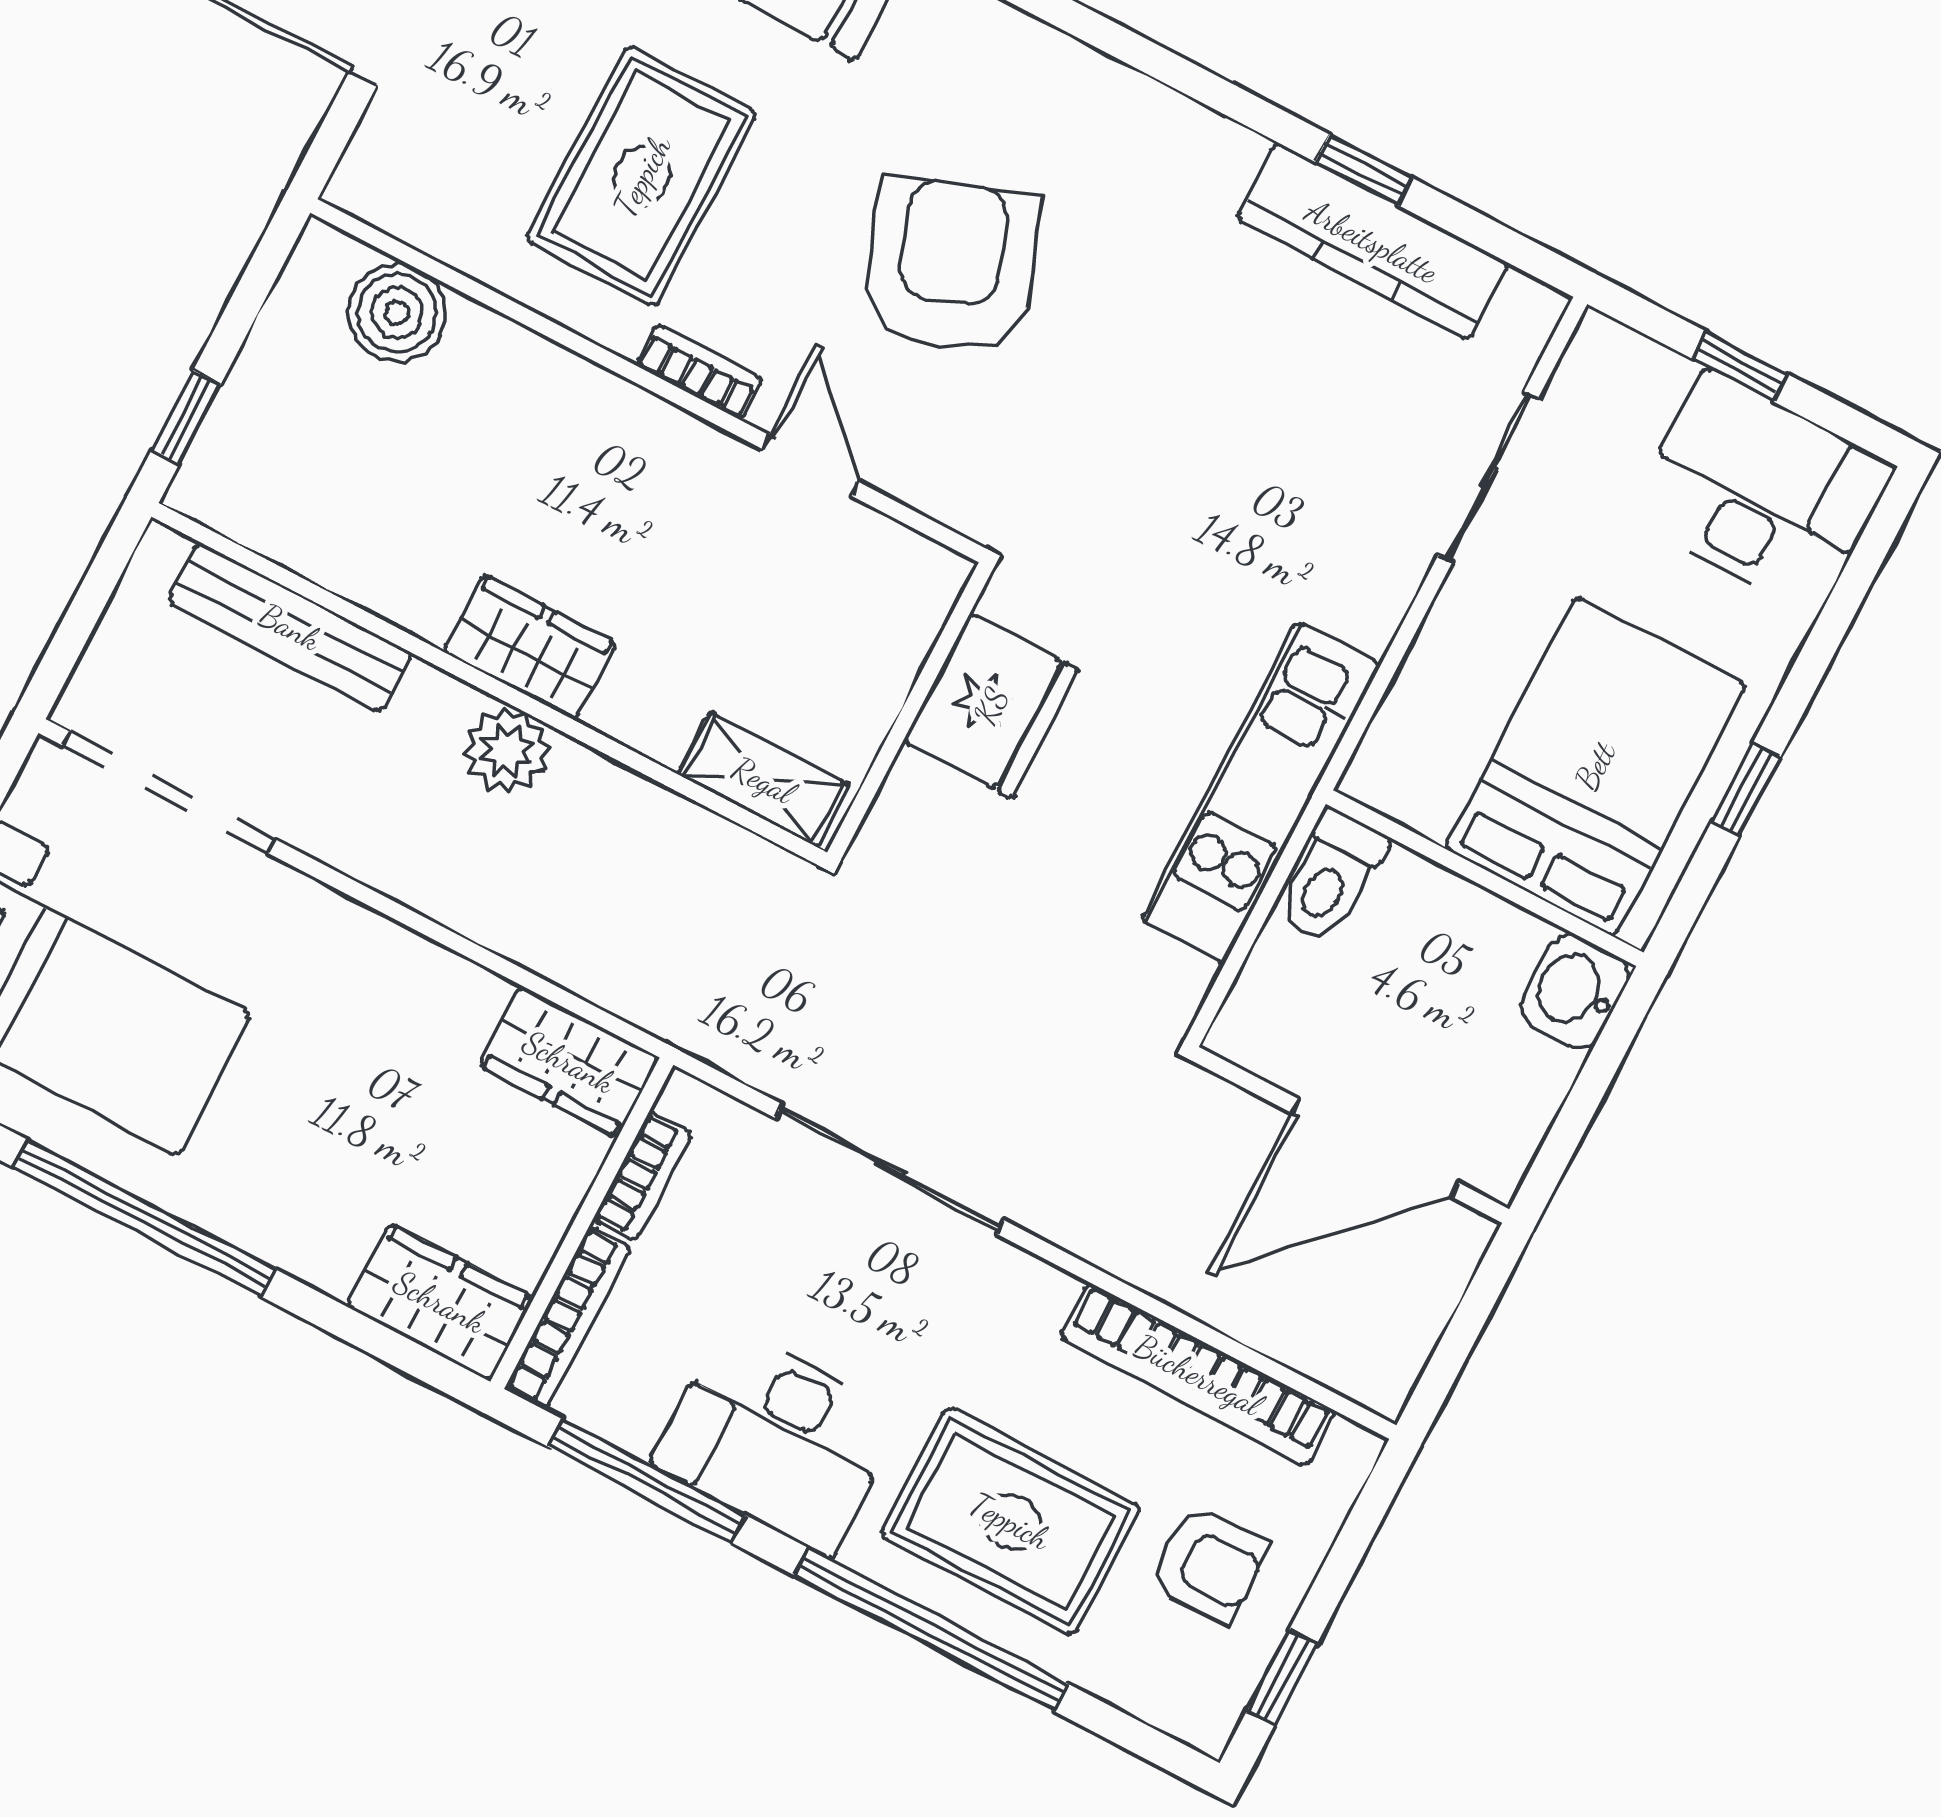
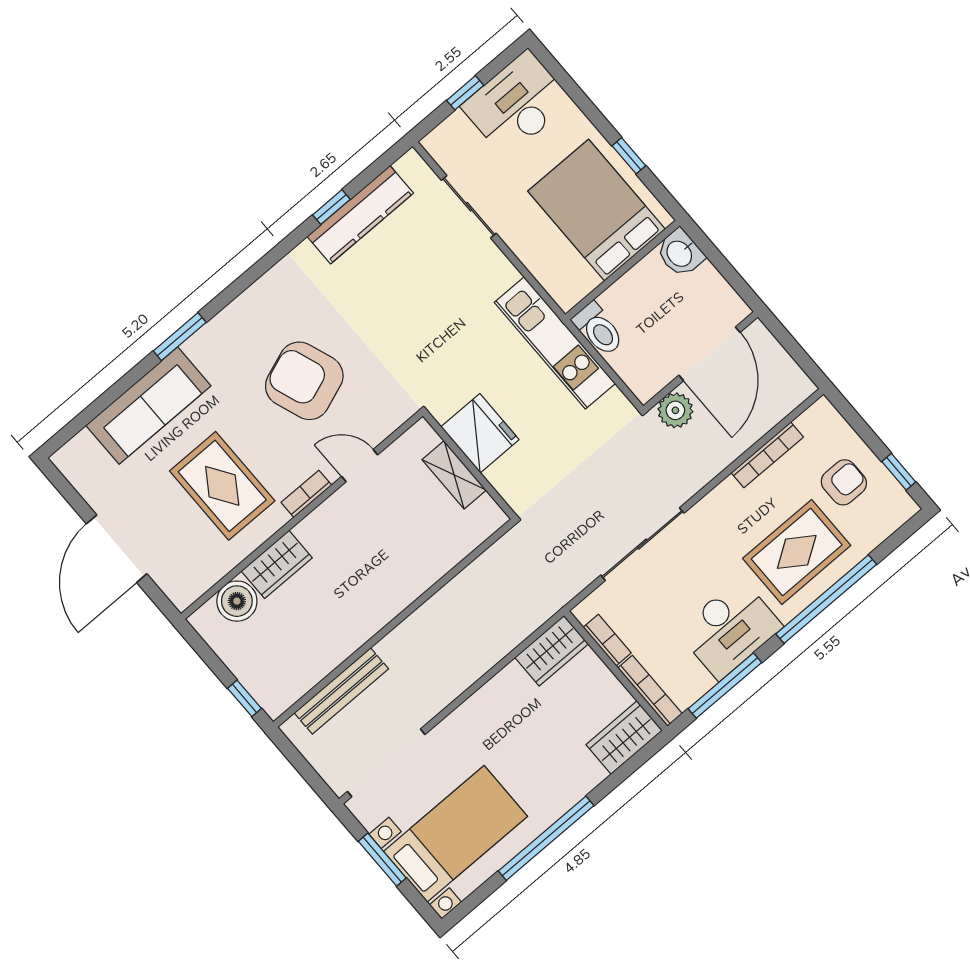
wardrobe: (530, 648) -> (277, 564), moved, turned 180
plant: (507, 751) -> (675, 410), moved
shelving: (763, 780) -> (454, 475), moved, turned 90
bookcase: (1198, 1375) -> (767, 455), width x0.68, depth x0.76

